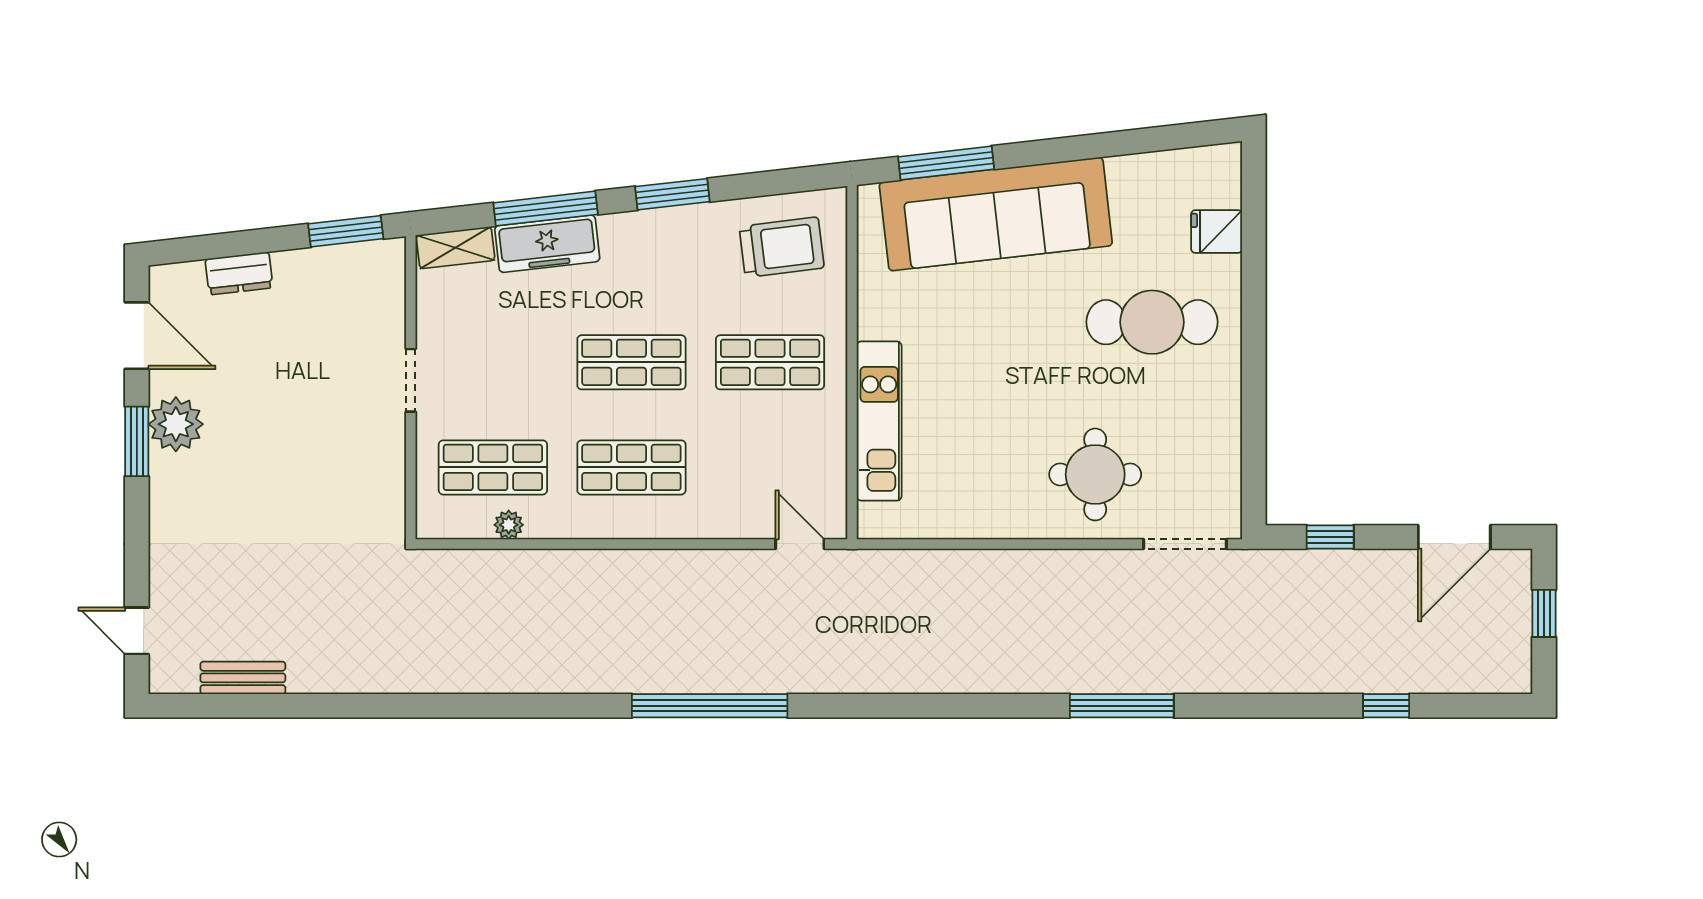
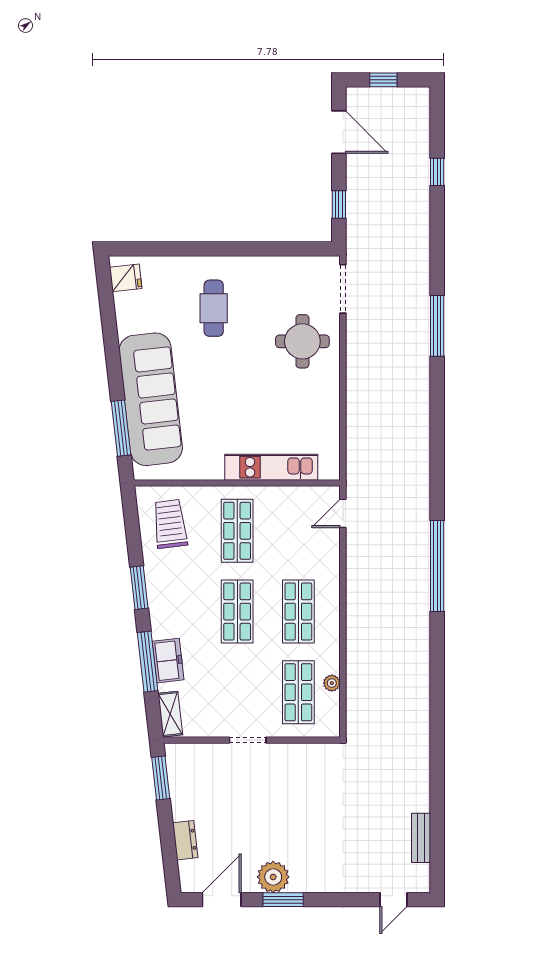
fridge: (1217, 232) -> (126, 278), moved, turned -96
freezer: (547, 244) -> (168, 661), width x0.71
cafe table: (1152, 322) -> (214, 308), width x0.73, depth x0.74

